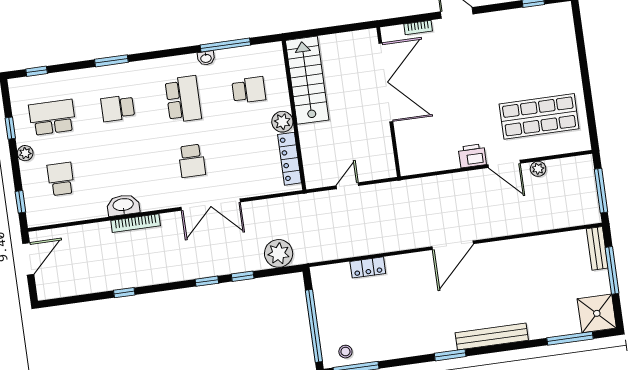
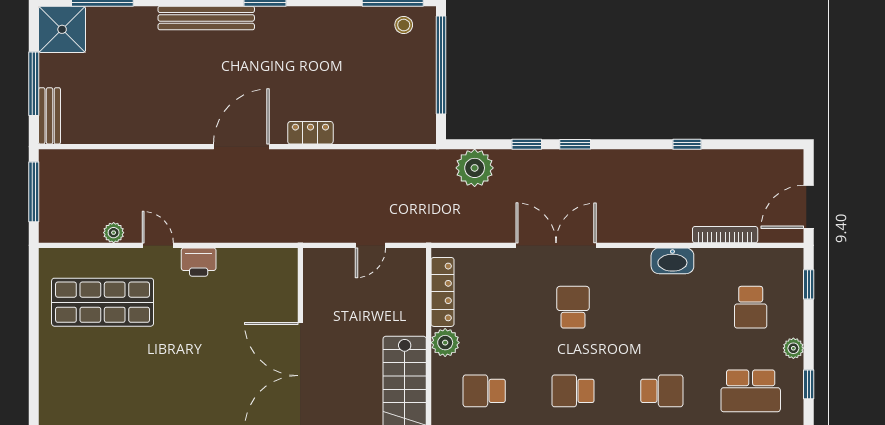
school desk: (183, 99) -> (573, 391), width x0.54
door: (504, 164) -> (158, 245), width x0.73
bookcase: (136, 223) -> (725, 235), moved
locker: (368, 267) -> (310, 133), moved

